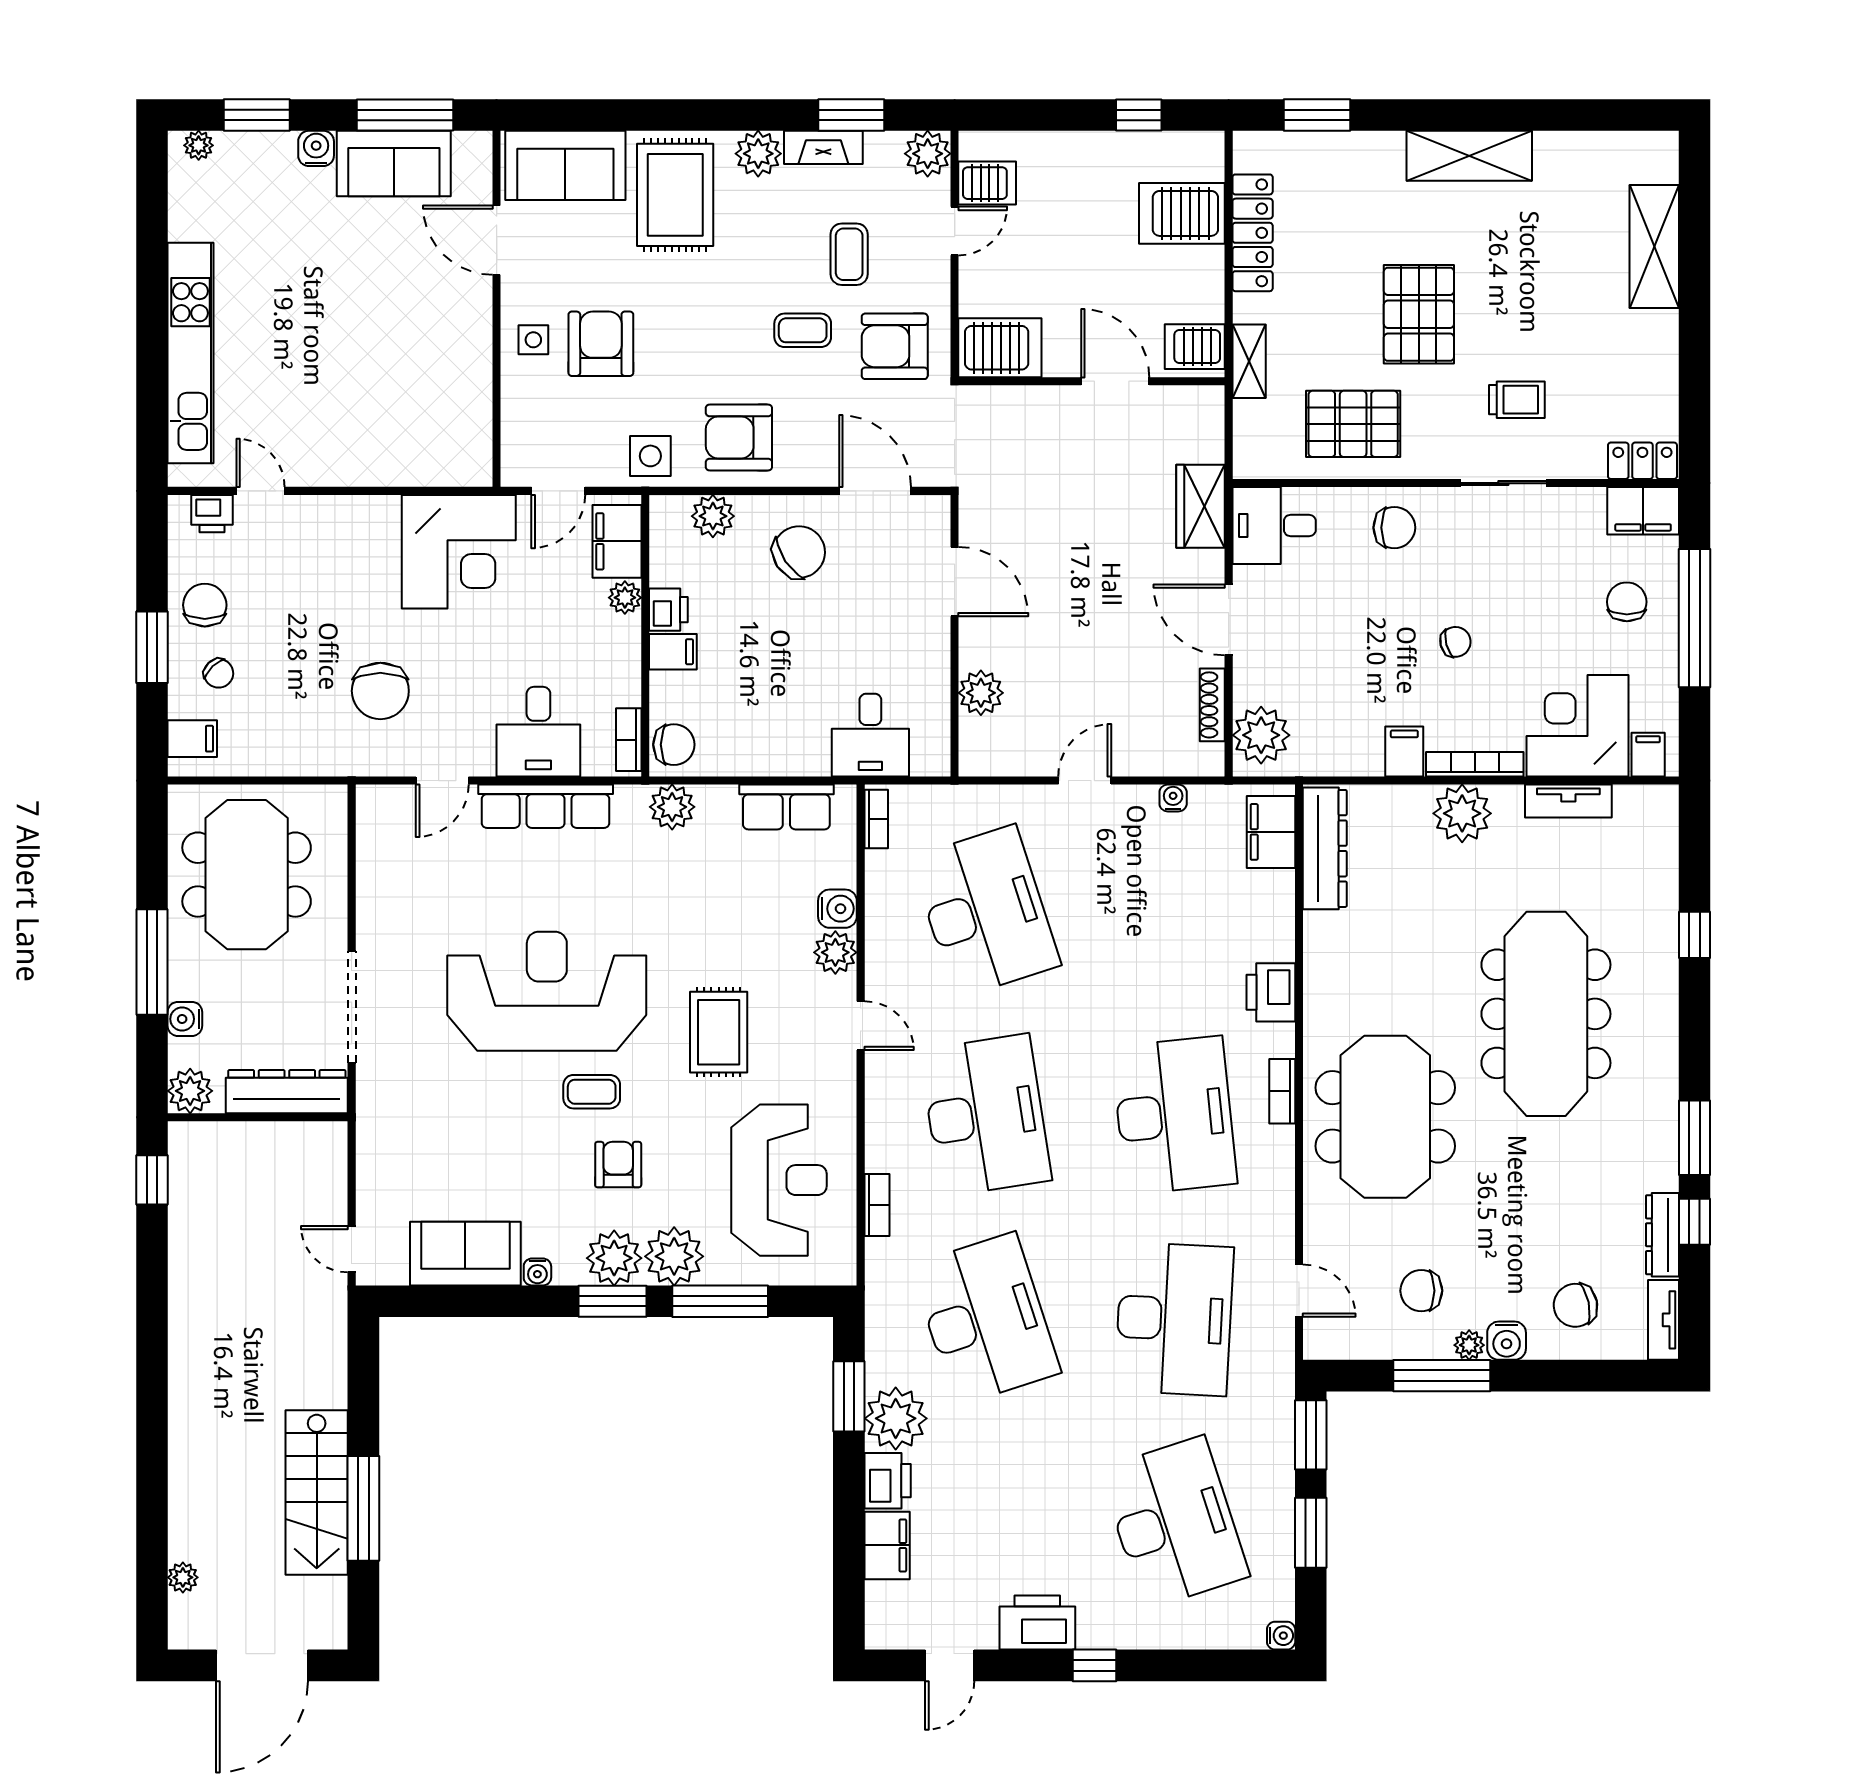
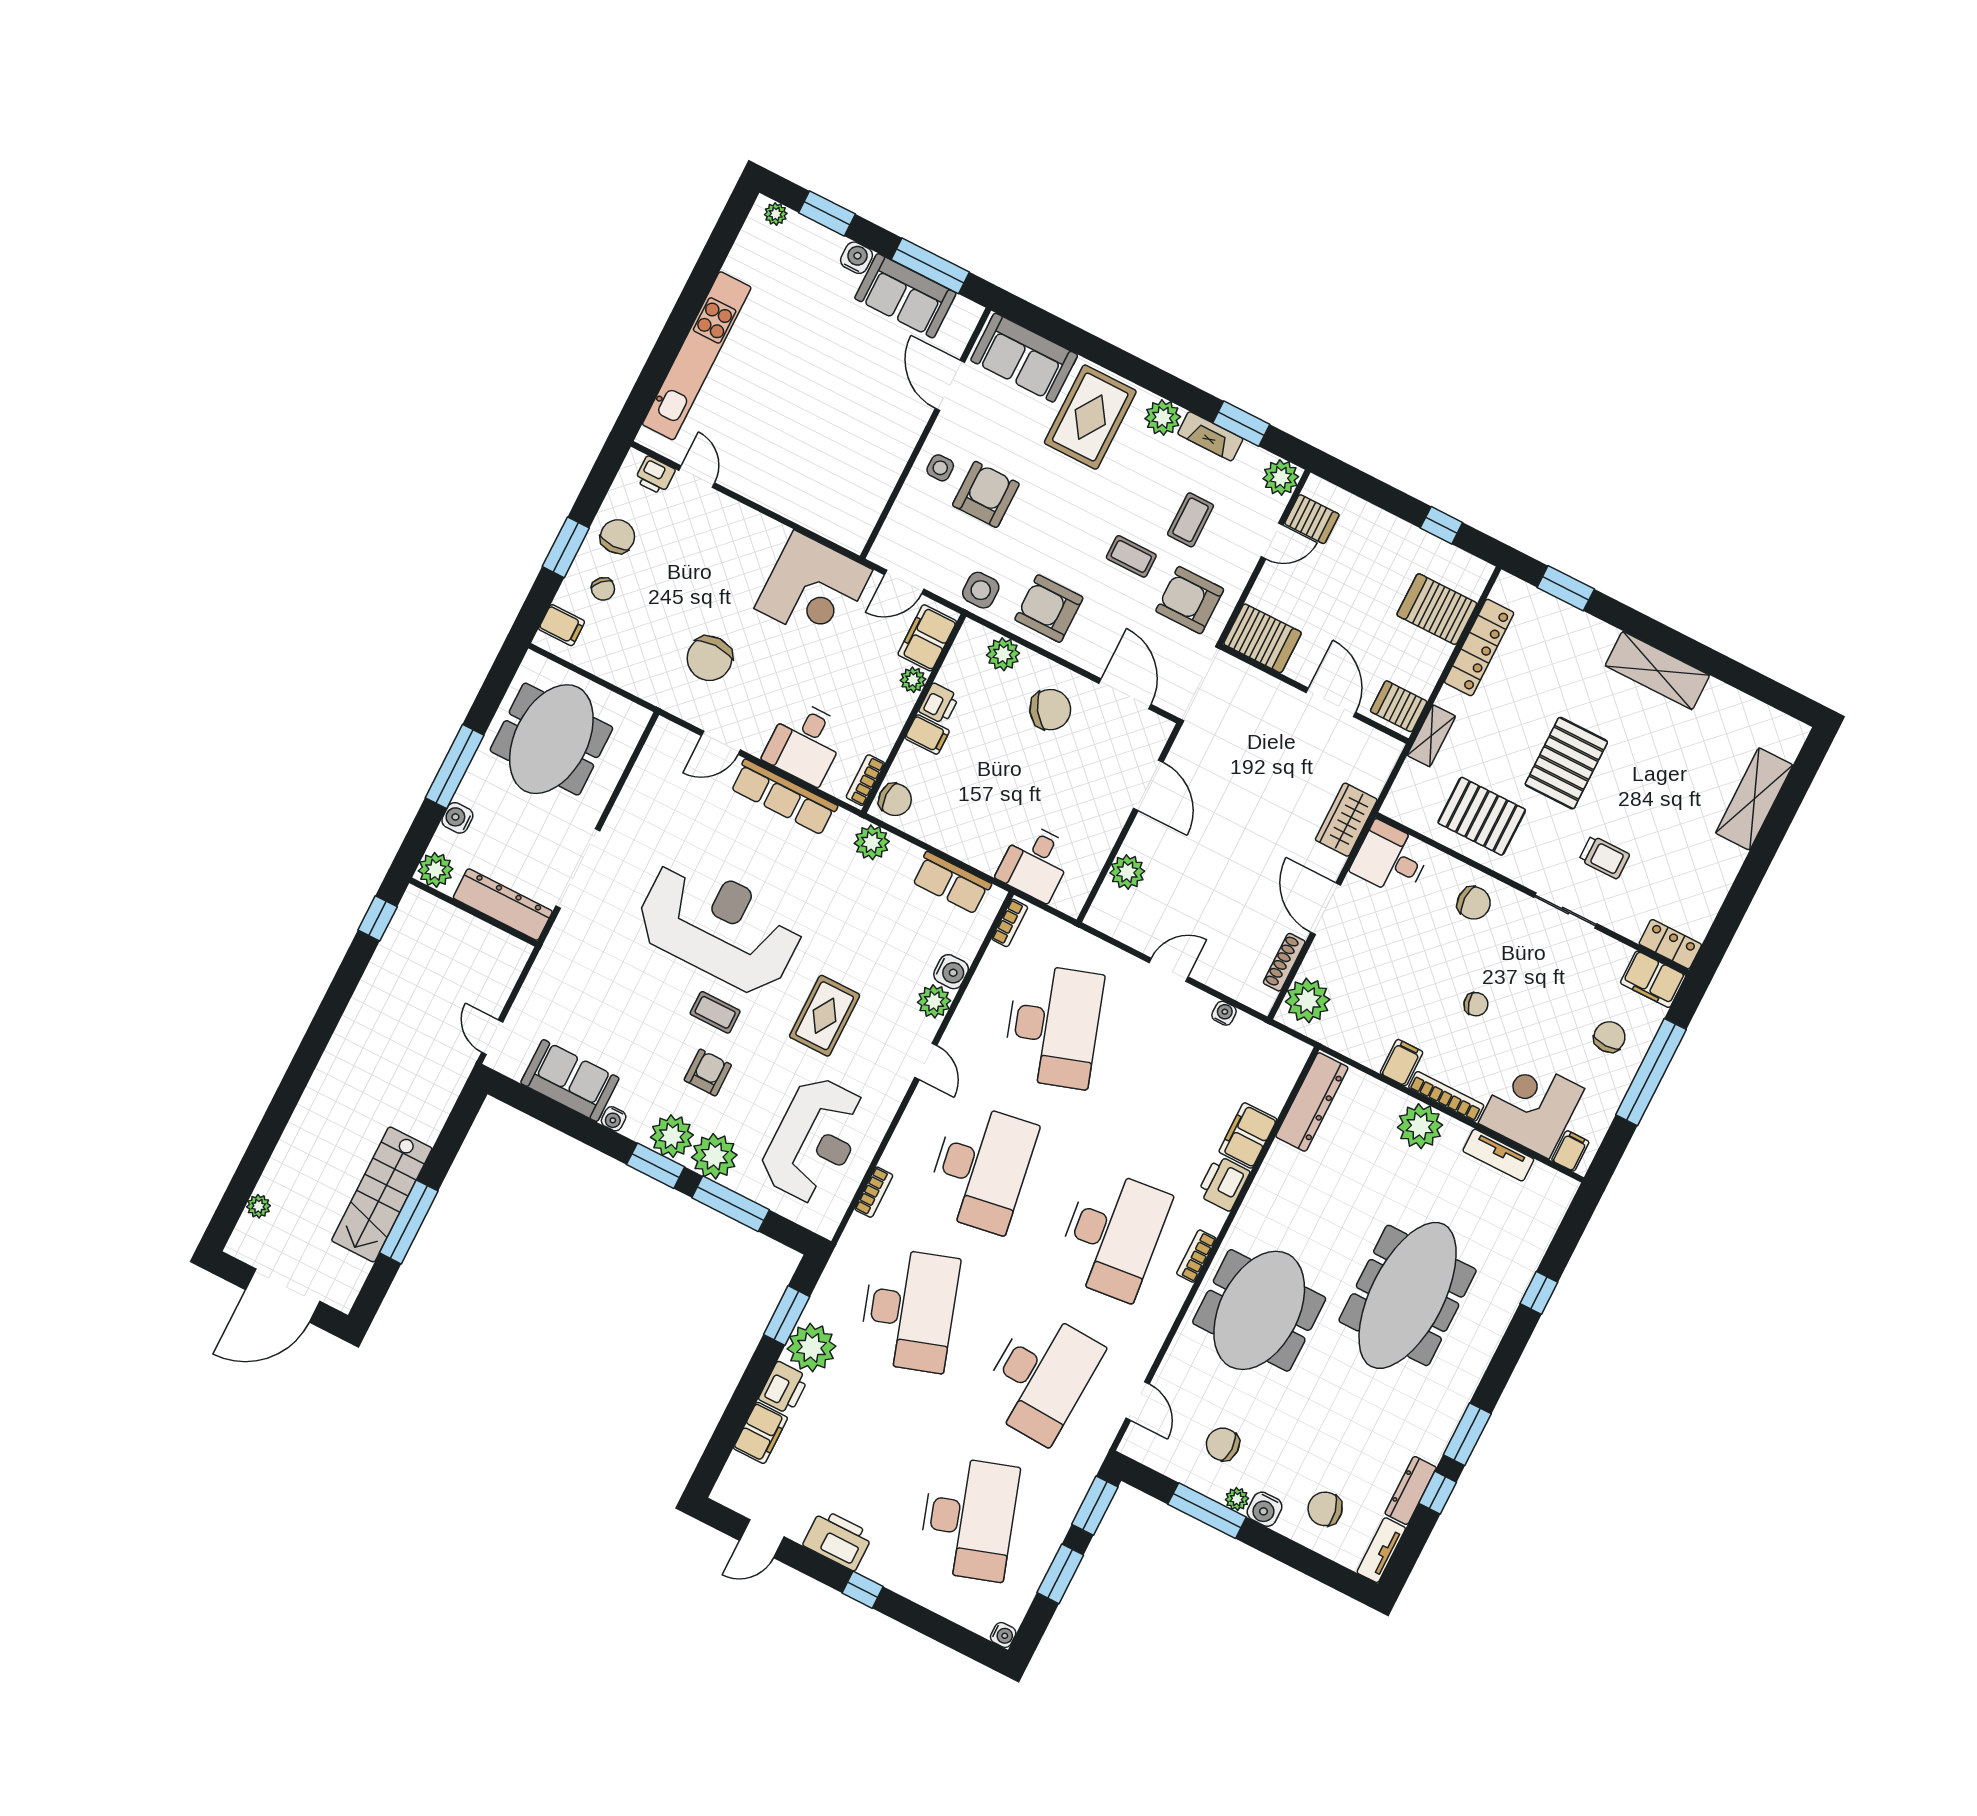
filing cabinet: (1271, 832) -> (1248, 1135), moved

